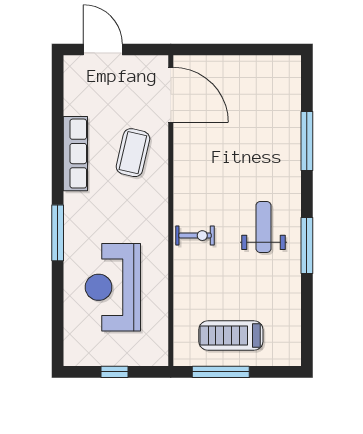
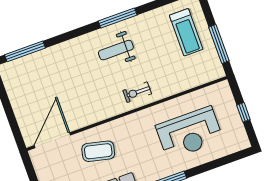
window: (307, 141) -> (25, 51), moved
exercise bike: (195, 236) -> (137, 92), turned -90
treadmill: (231, 335) -> (186, 32), moved

